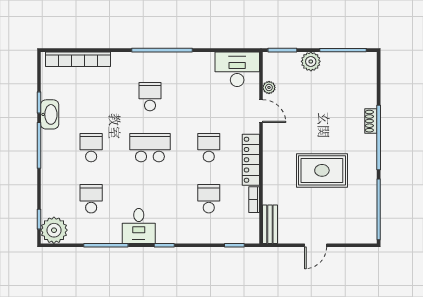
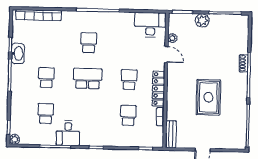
rug: (322, 170) -> (208, 97), turned 90
desk: (139, 226) -> (68, 133), moved
plant: (54, 230) -> (14, 139), width x0.53, depth x0.53

